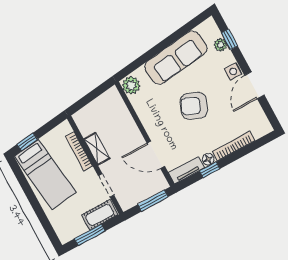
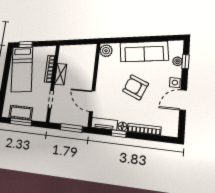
cot: (100, 215) -> (21, 113), moved

